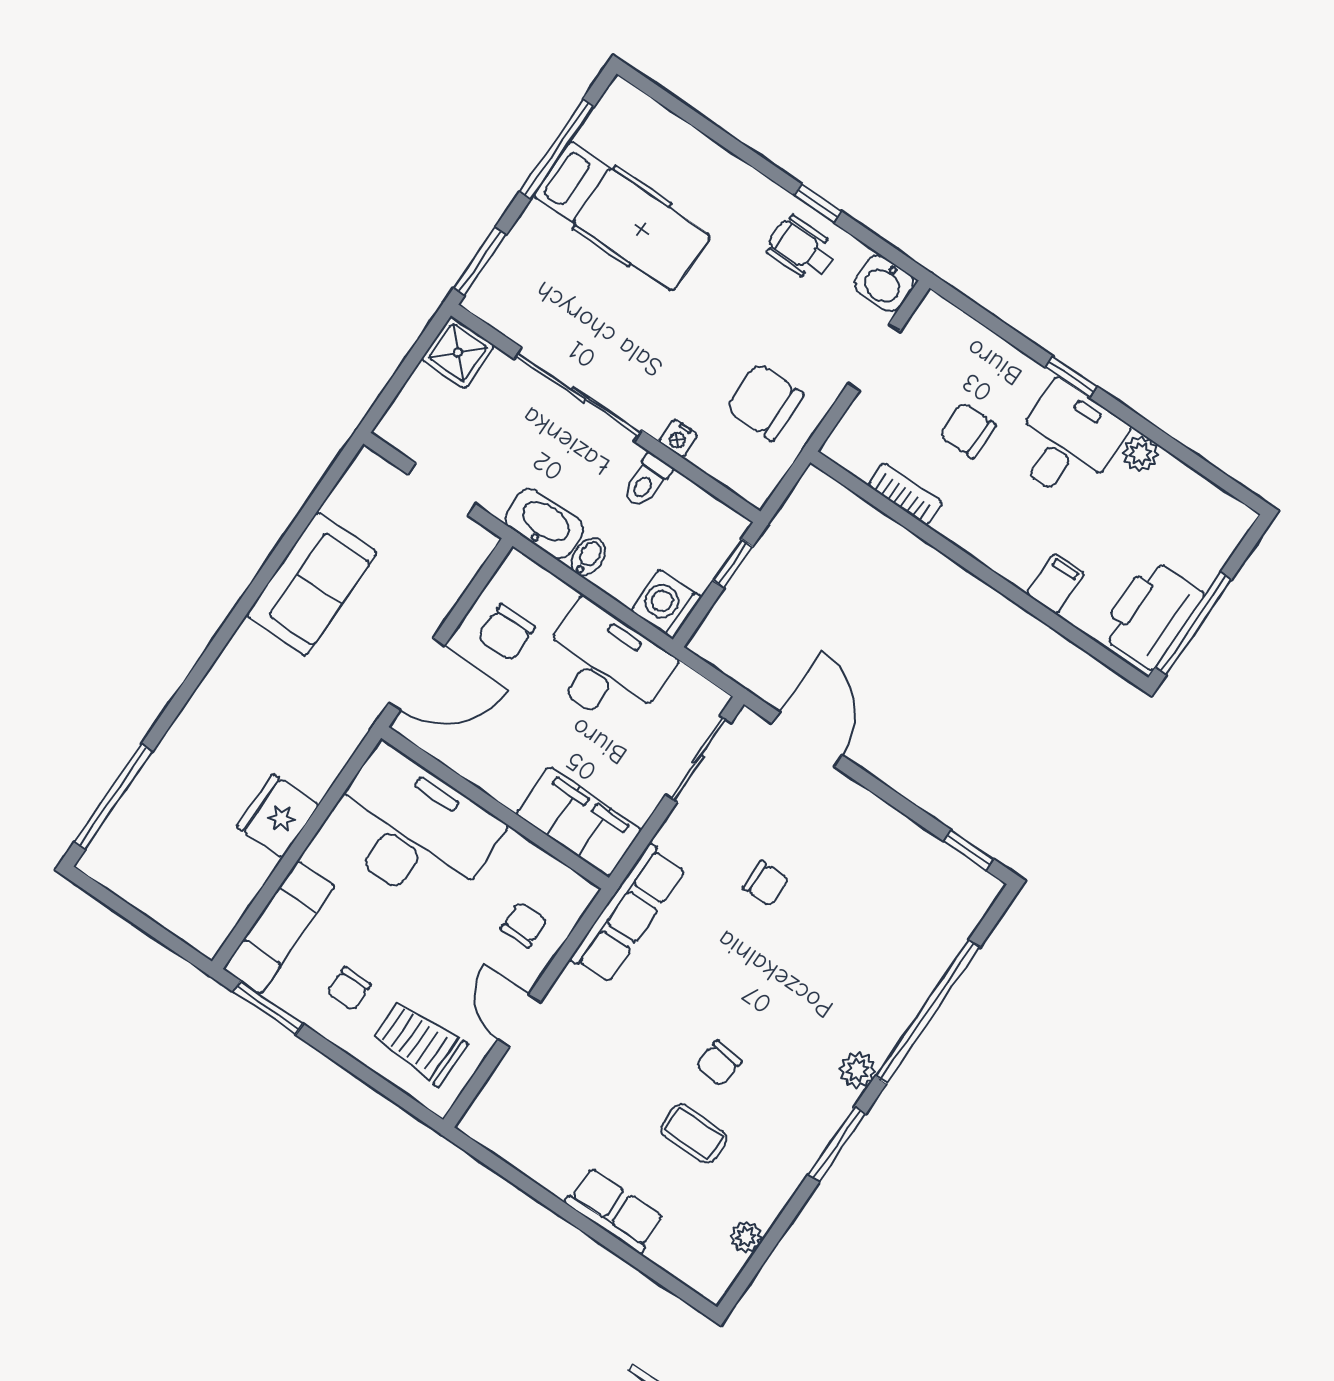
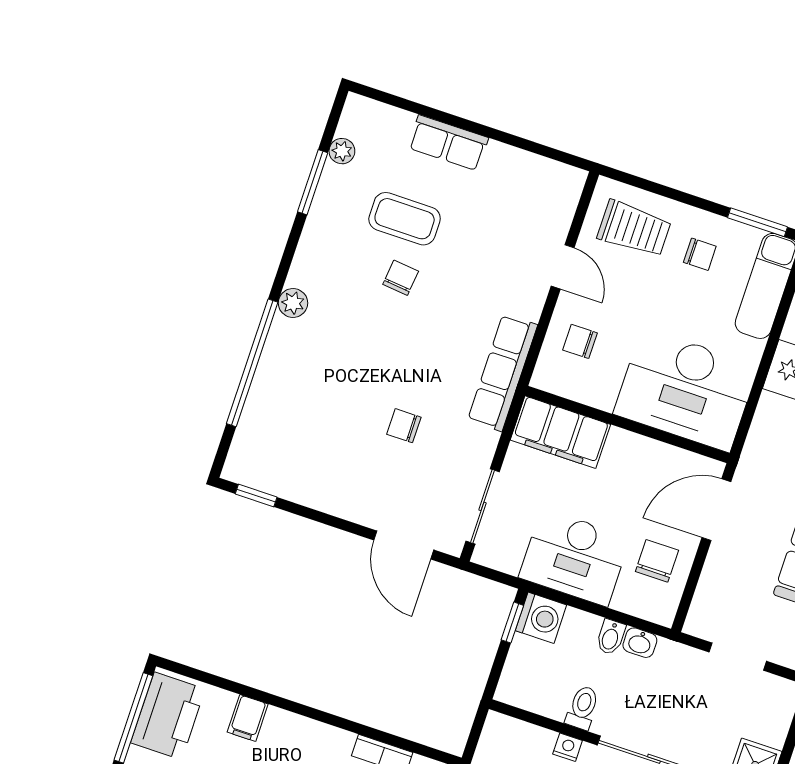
washbasin: (544, 524) -> (640, 643), width x0.52, depth x0.69
window: (733, 564) -> (512, 623), moved
chair: (524, 925) -> (580, 341), turned 90
chair: (349, 989) -> (700, 254), turned 90
coffee table: (694, 1134) -> (405, 219), width x1.36, depth x1.30
window: (837, 1144) -> (313, 182), moved

